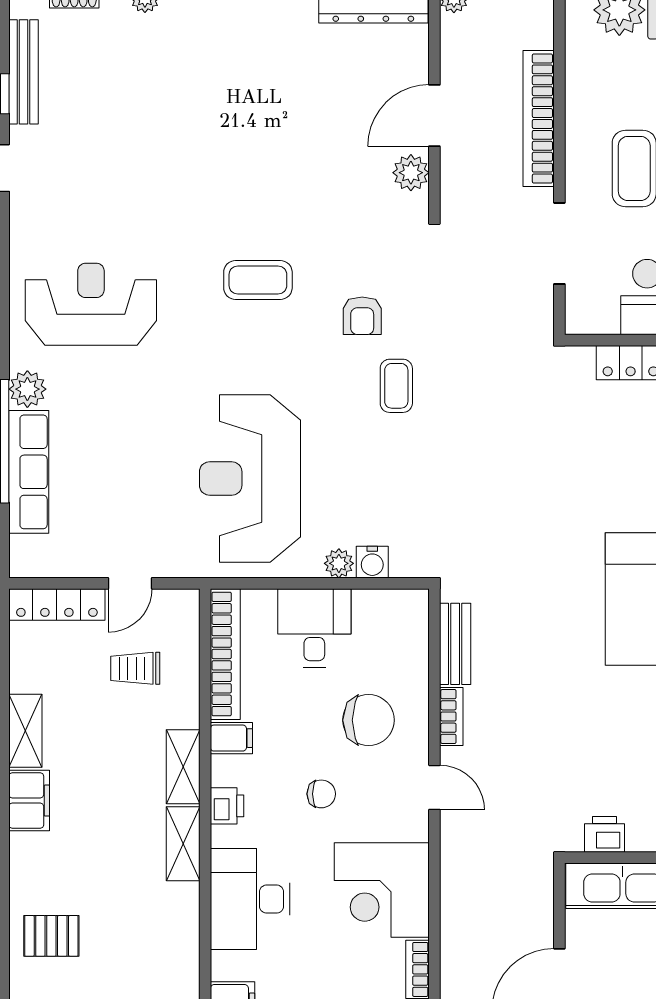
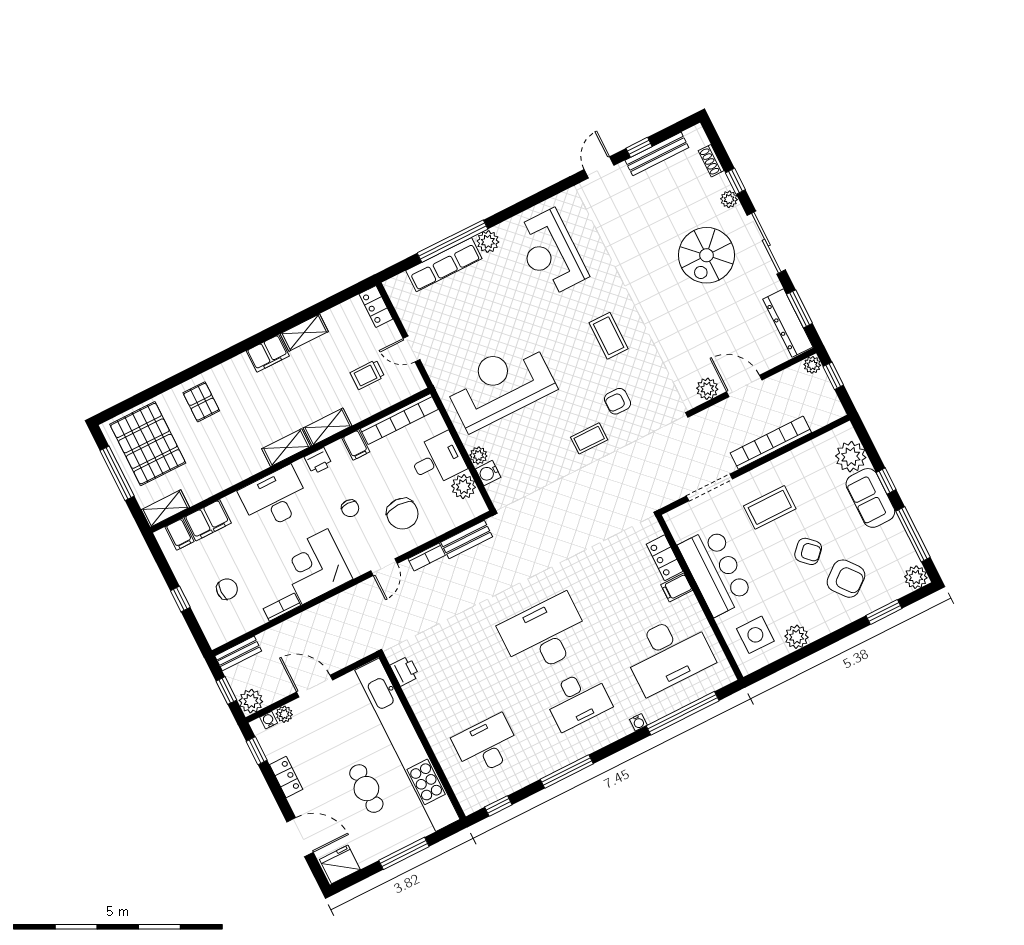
spiral stairs: (211, 74) -> (707, 255), added
reception desk: (91, 304) -> (551, 253), turned 180
locker: (57, 604) -> (376, 307), width x0.66
plant: (374, 609) -> (464, 487), added
trolley: (135, 668) -> (367, 375), turned -90

